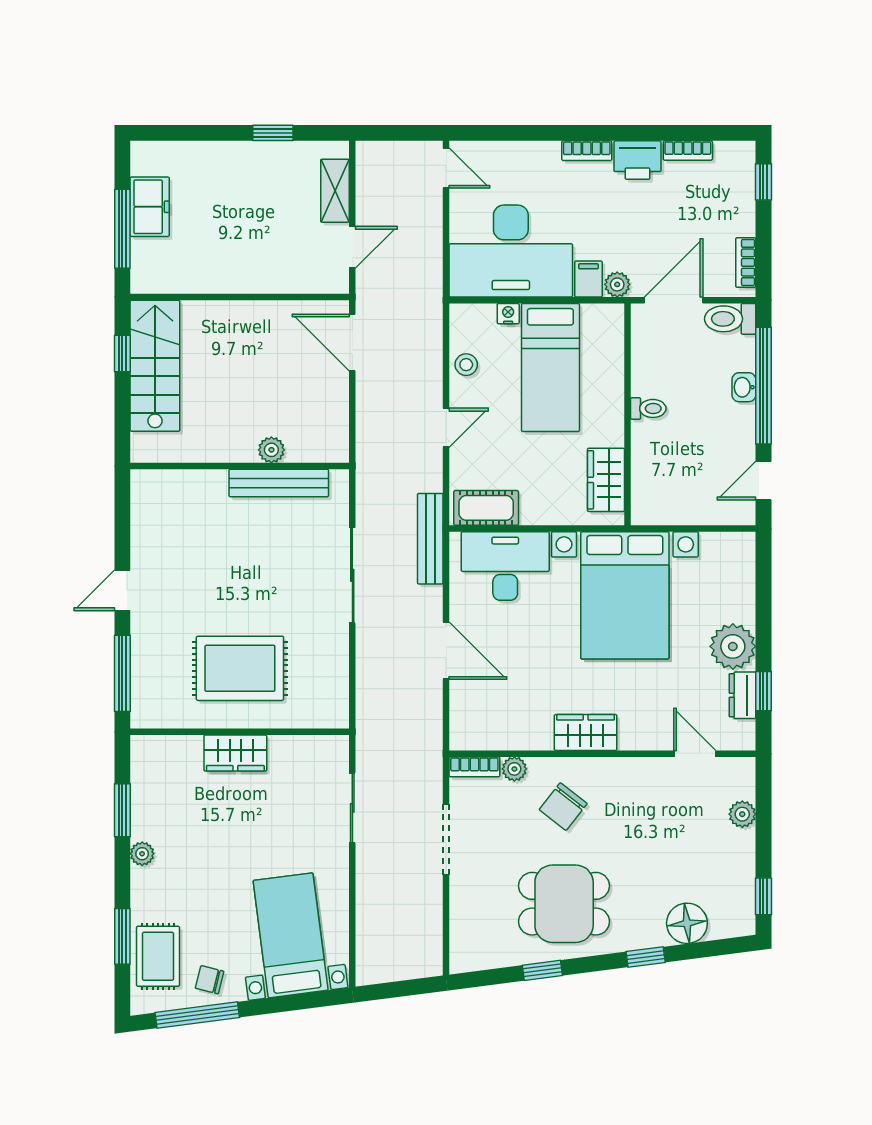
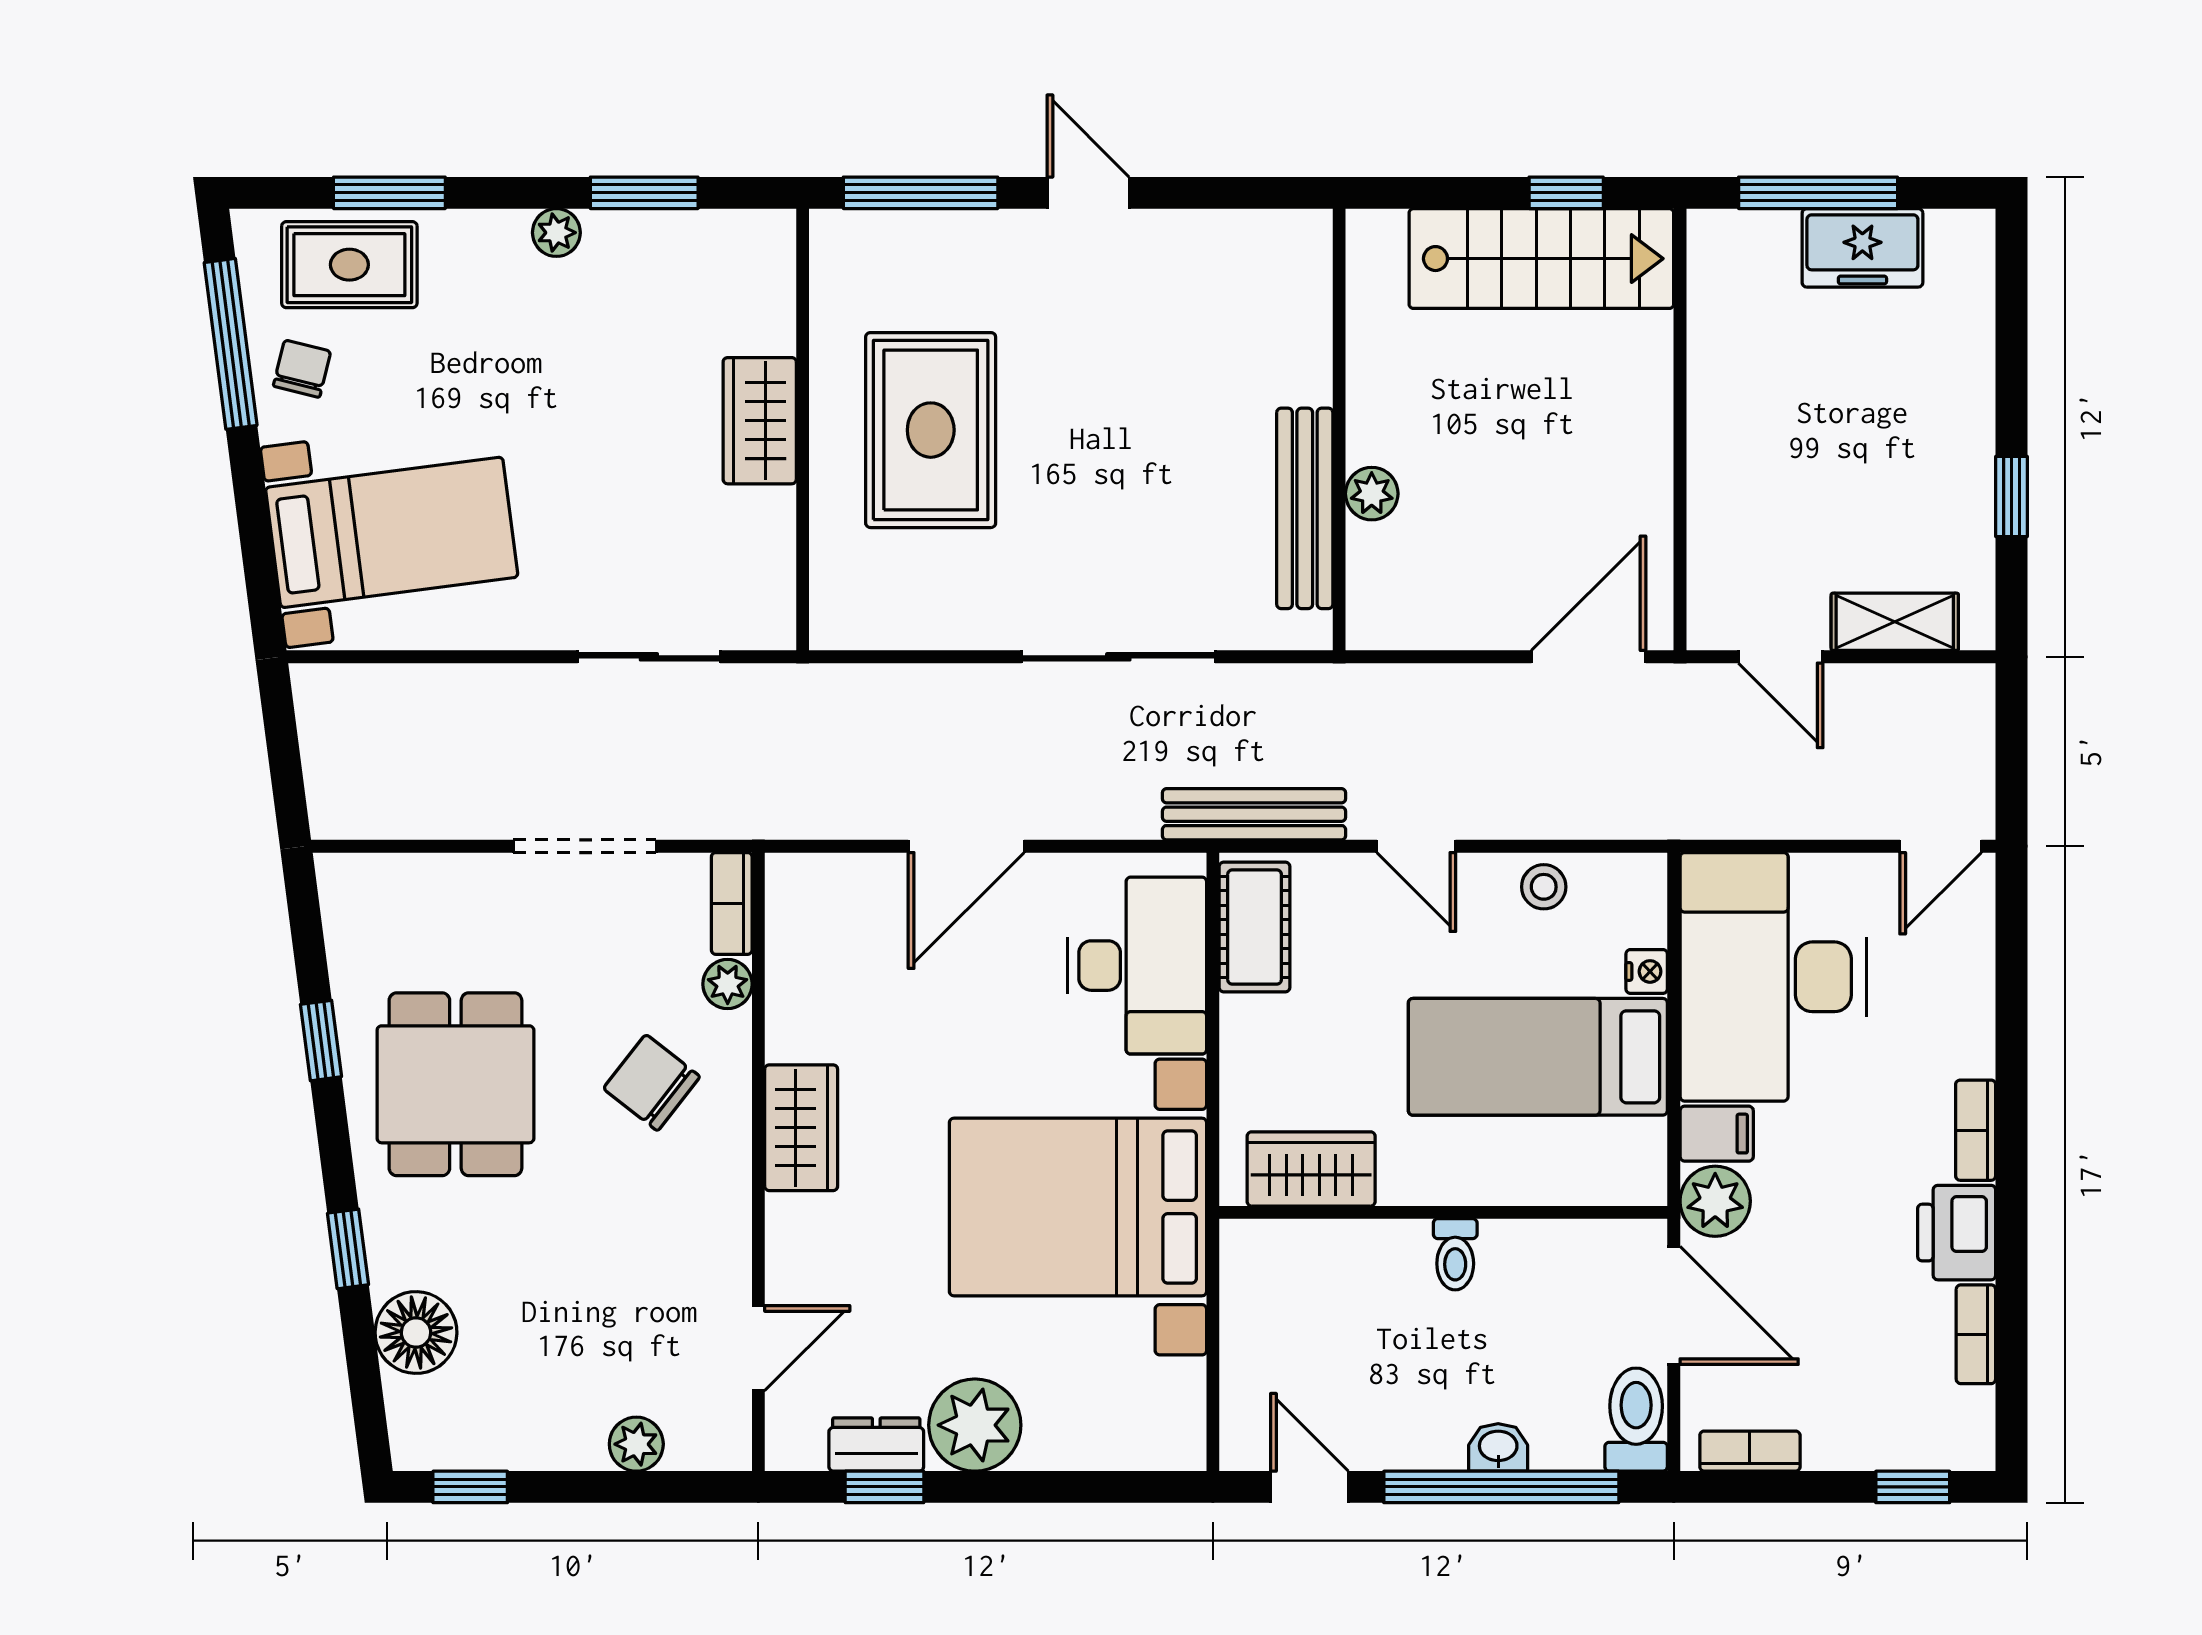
plant: (617, 284) -> (1715, 1201), width x1.38, depth x1.38
bench: (430, 539) -> (1254, 814), moved

